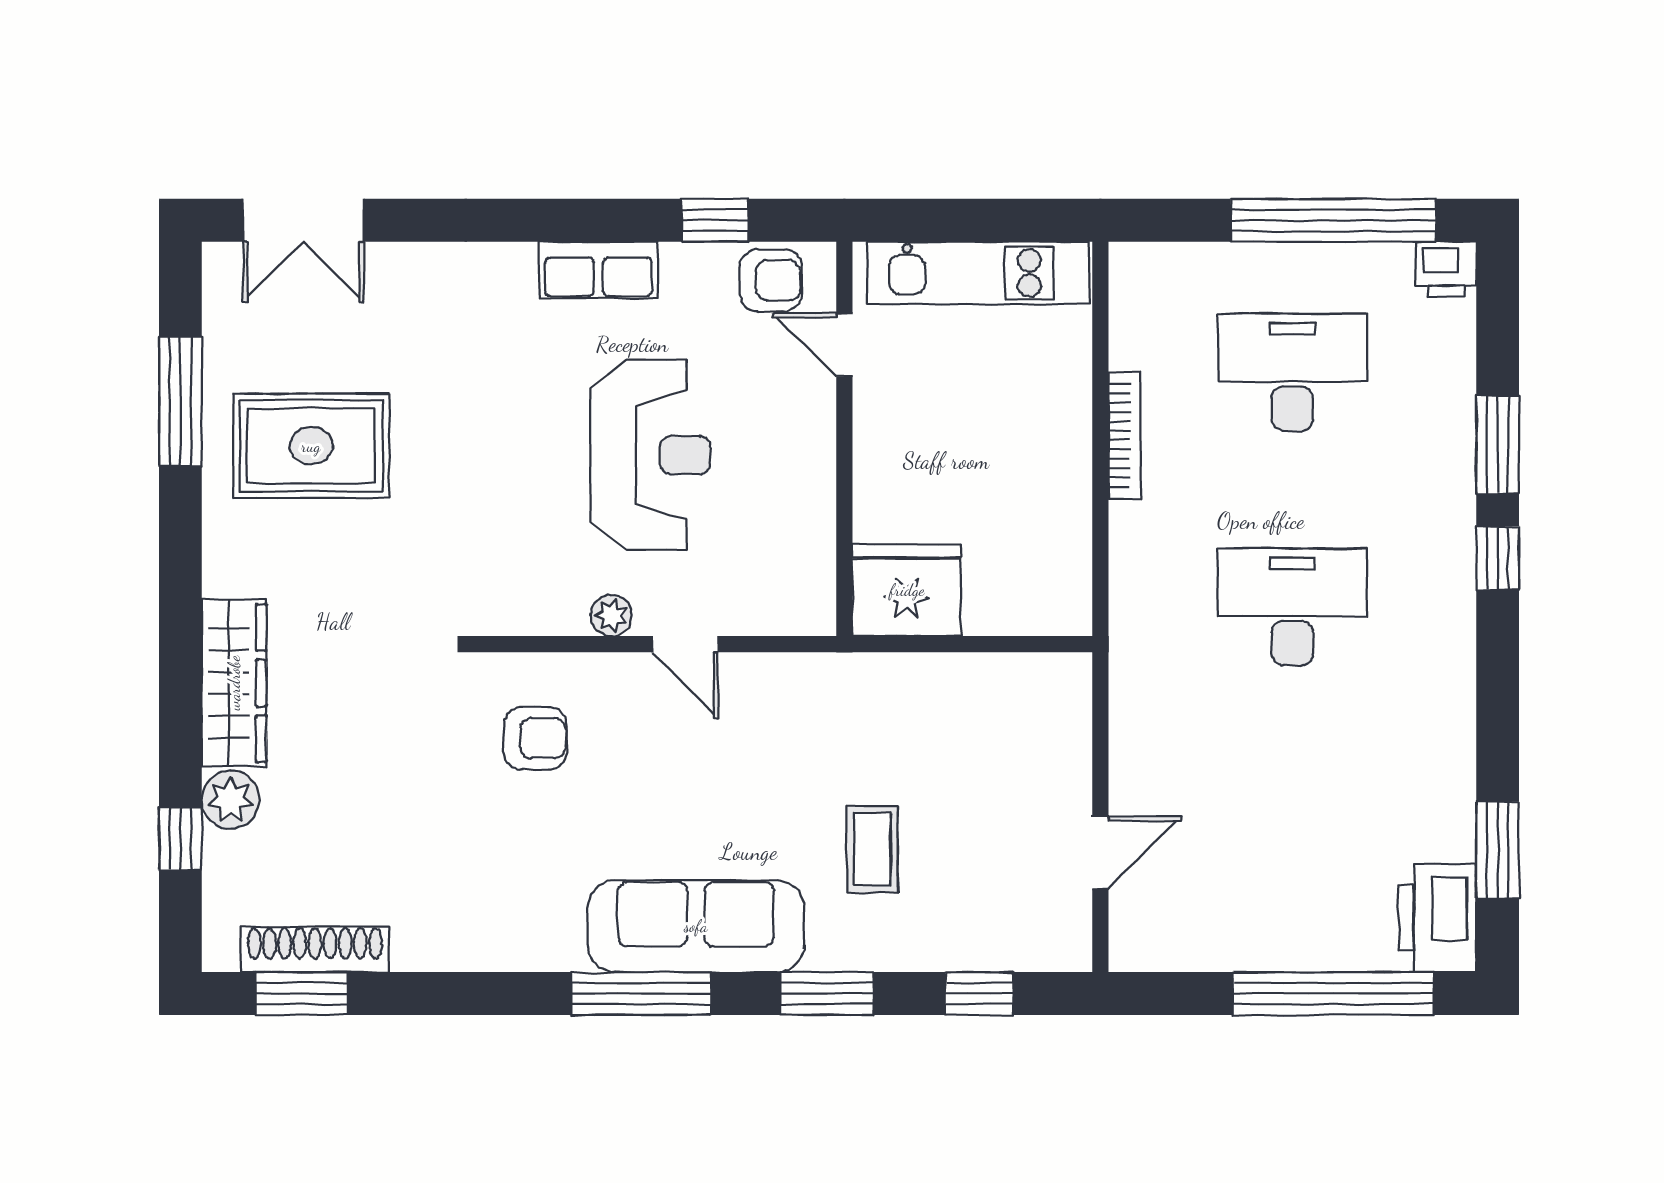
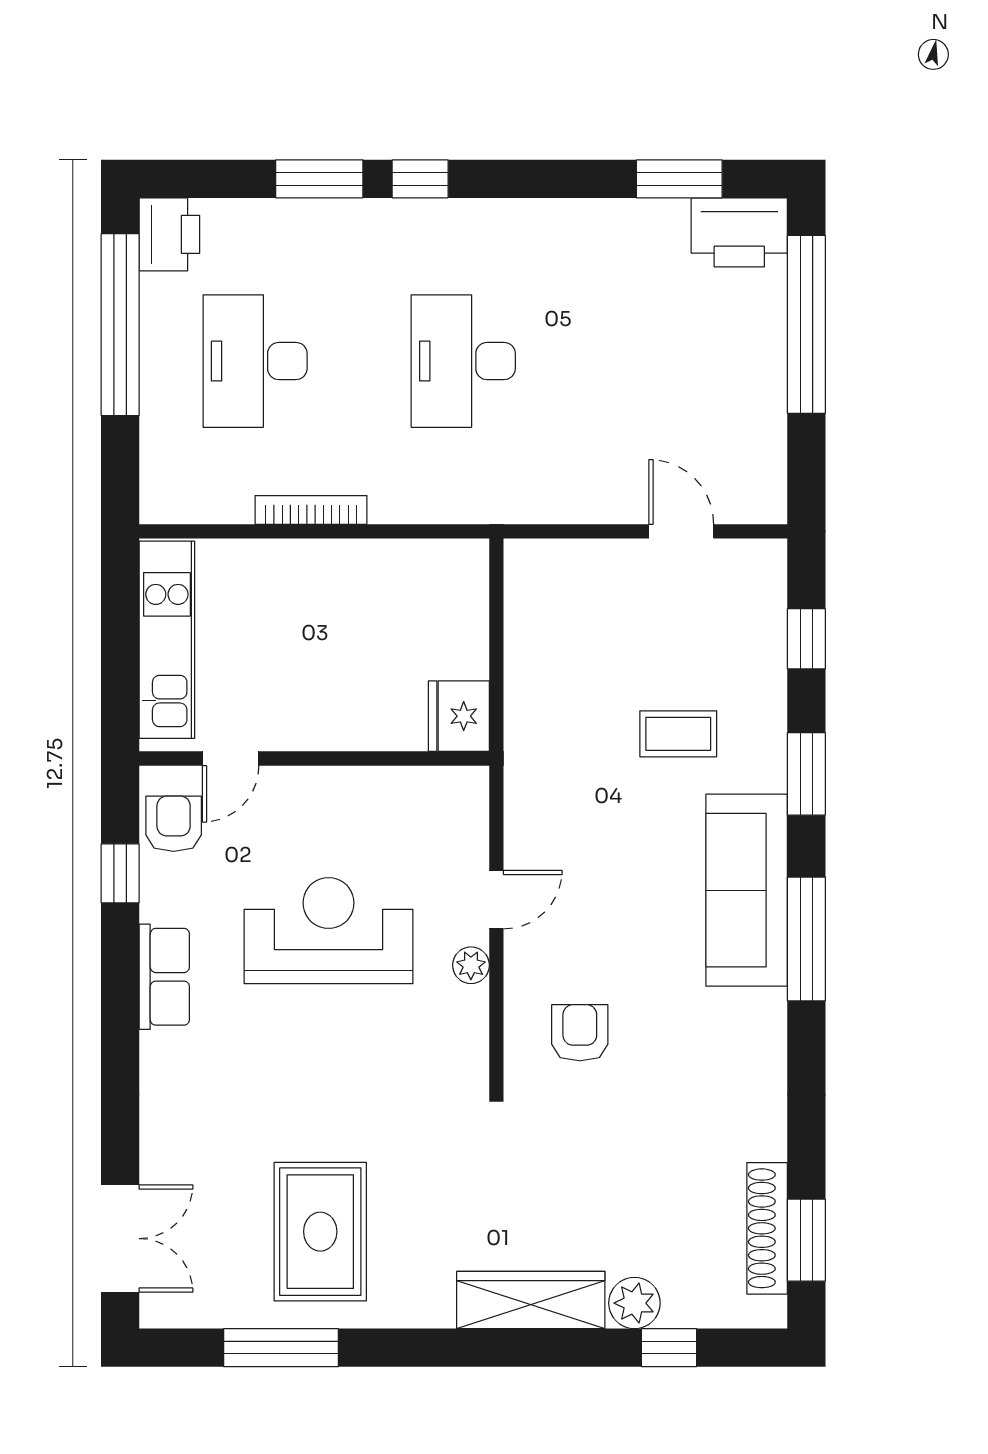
printer: (1446, 269) -> (169, 234), width x1.36, depth x1.24
fridge: (907, 590) -> (459, 716), width x0.73, depth x0.75

